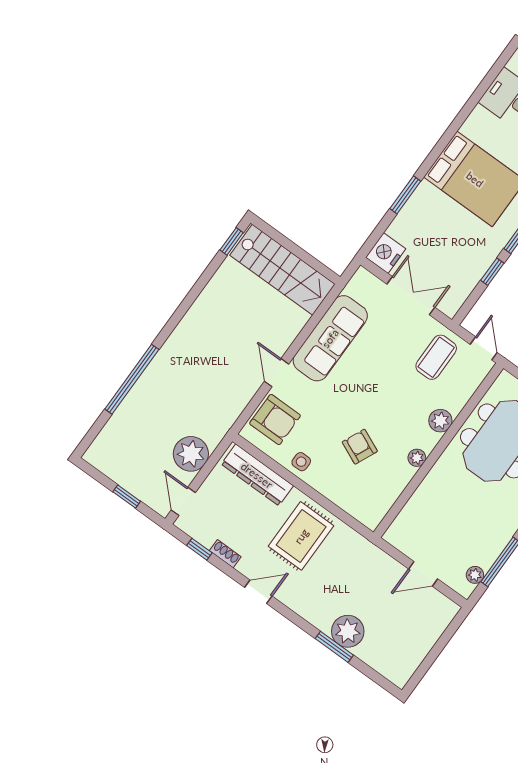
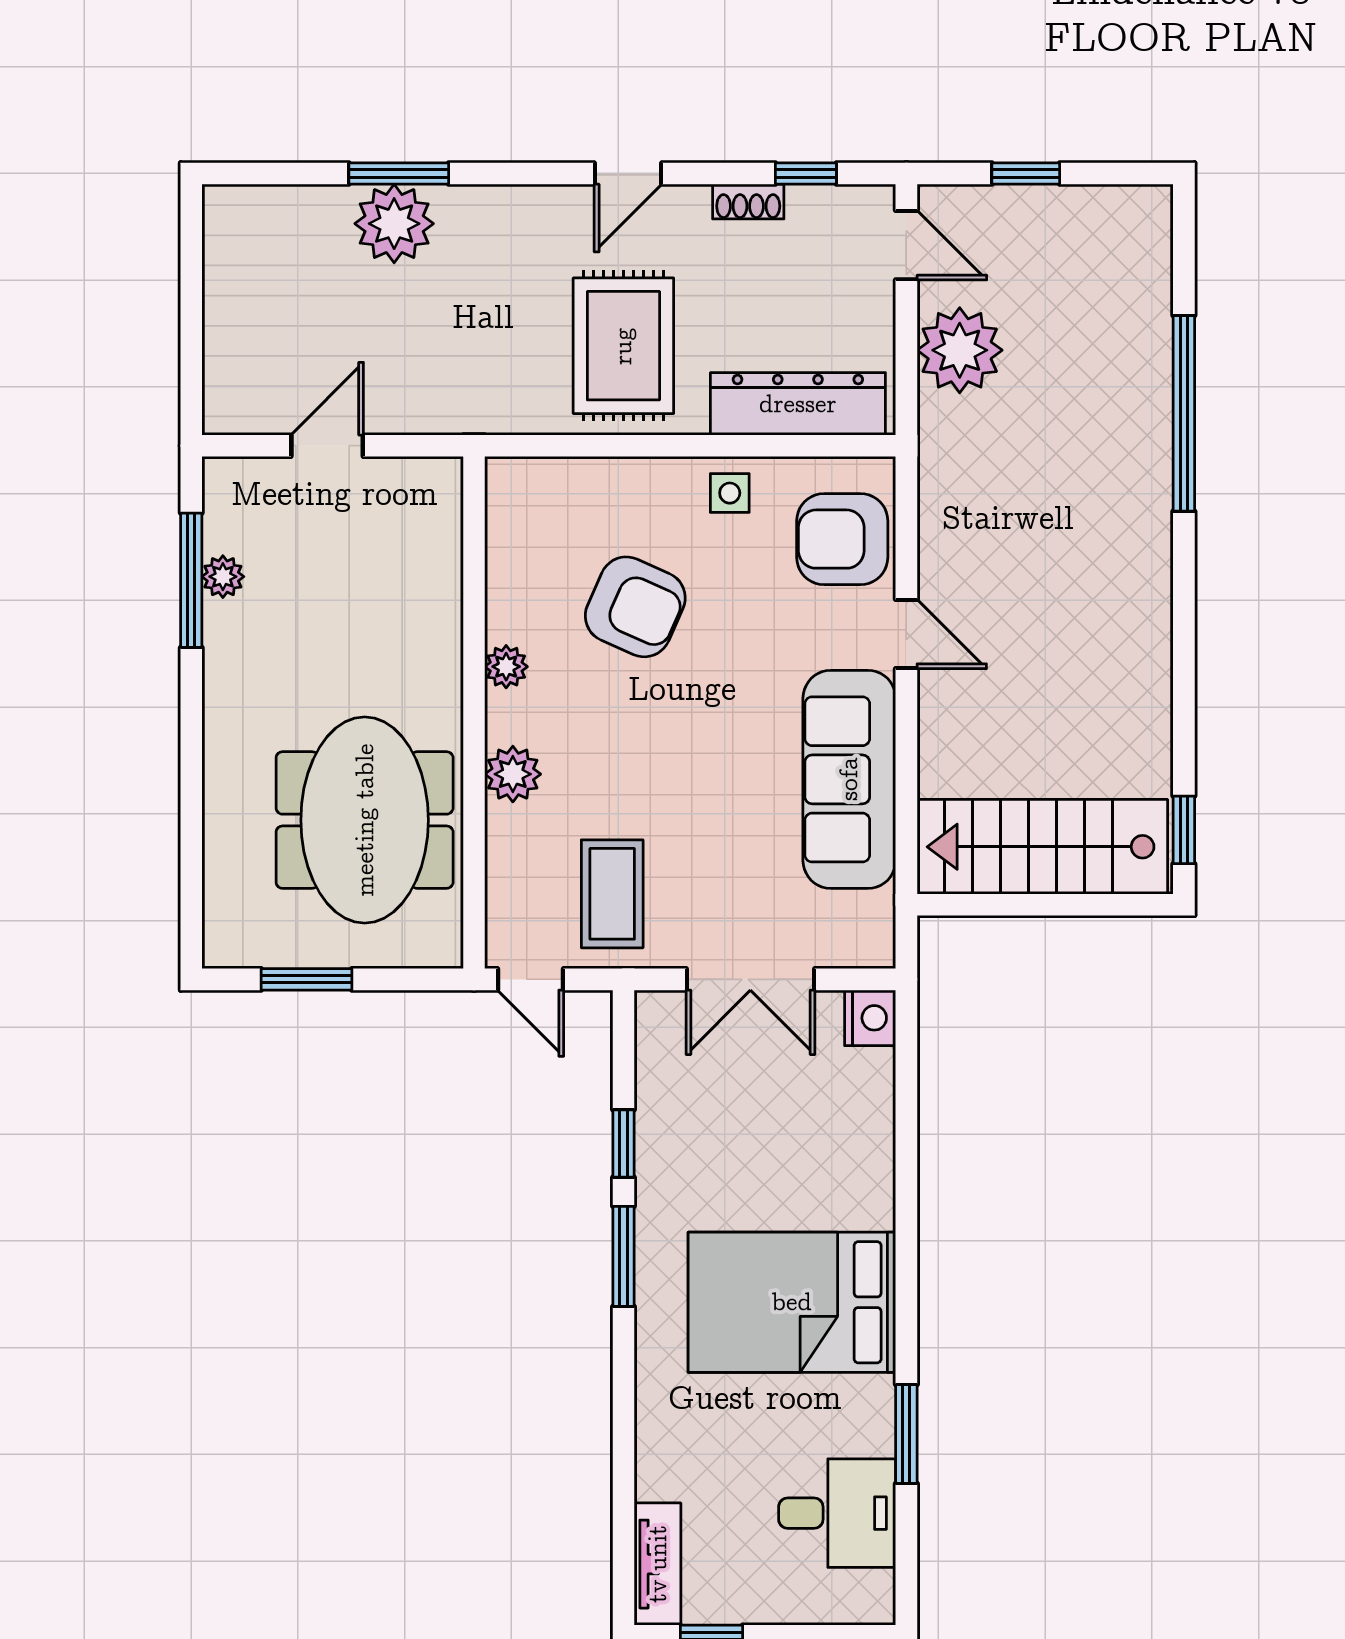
window: (405, 195) -> (906, 1434), moved
nightstand: (386, 253) -> (870, 1018), width x0.74, depth x0.75
armchair: (360, 447) -> (635, 607), width x1.38, depth x1.38
plant: (475, 575) -> (223, 577), moved

